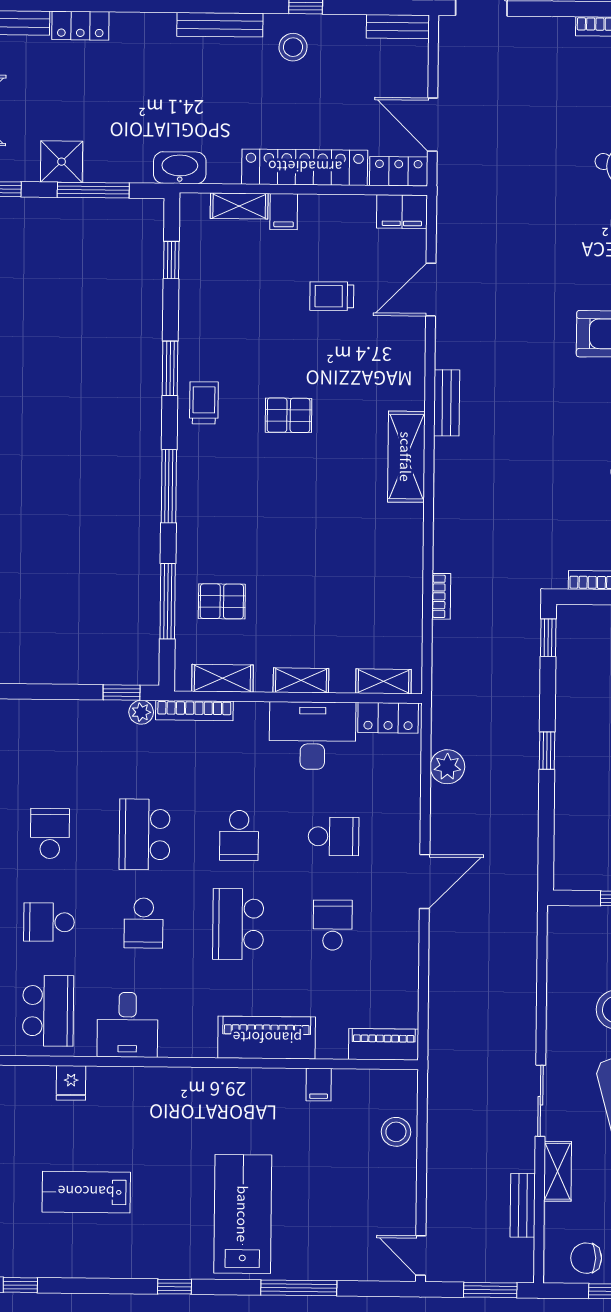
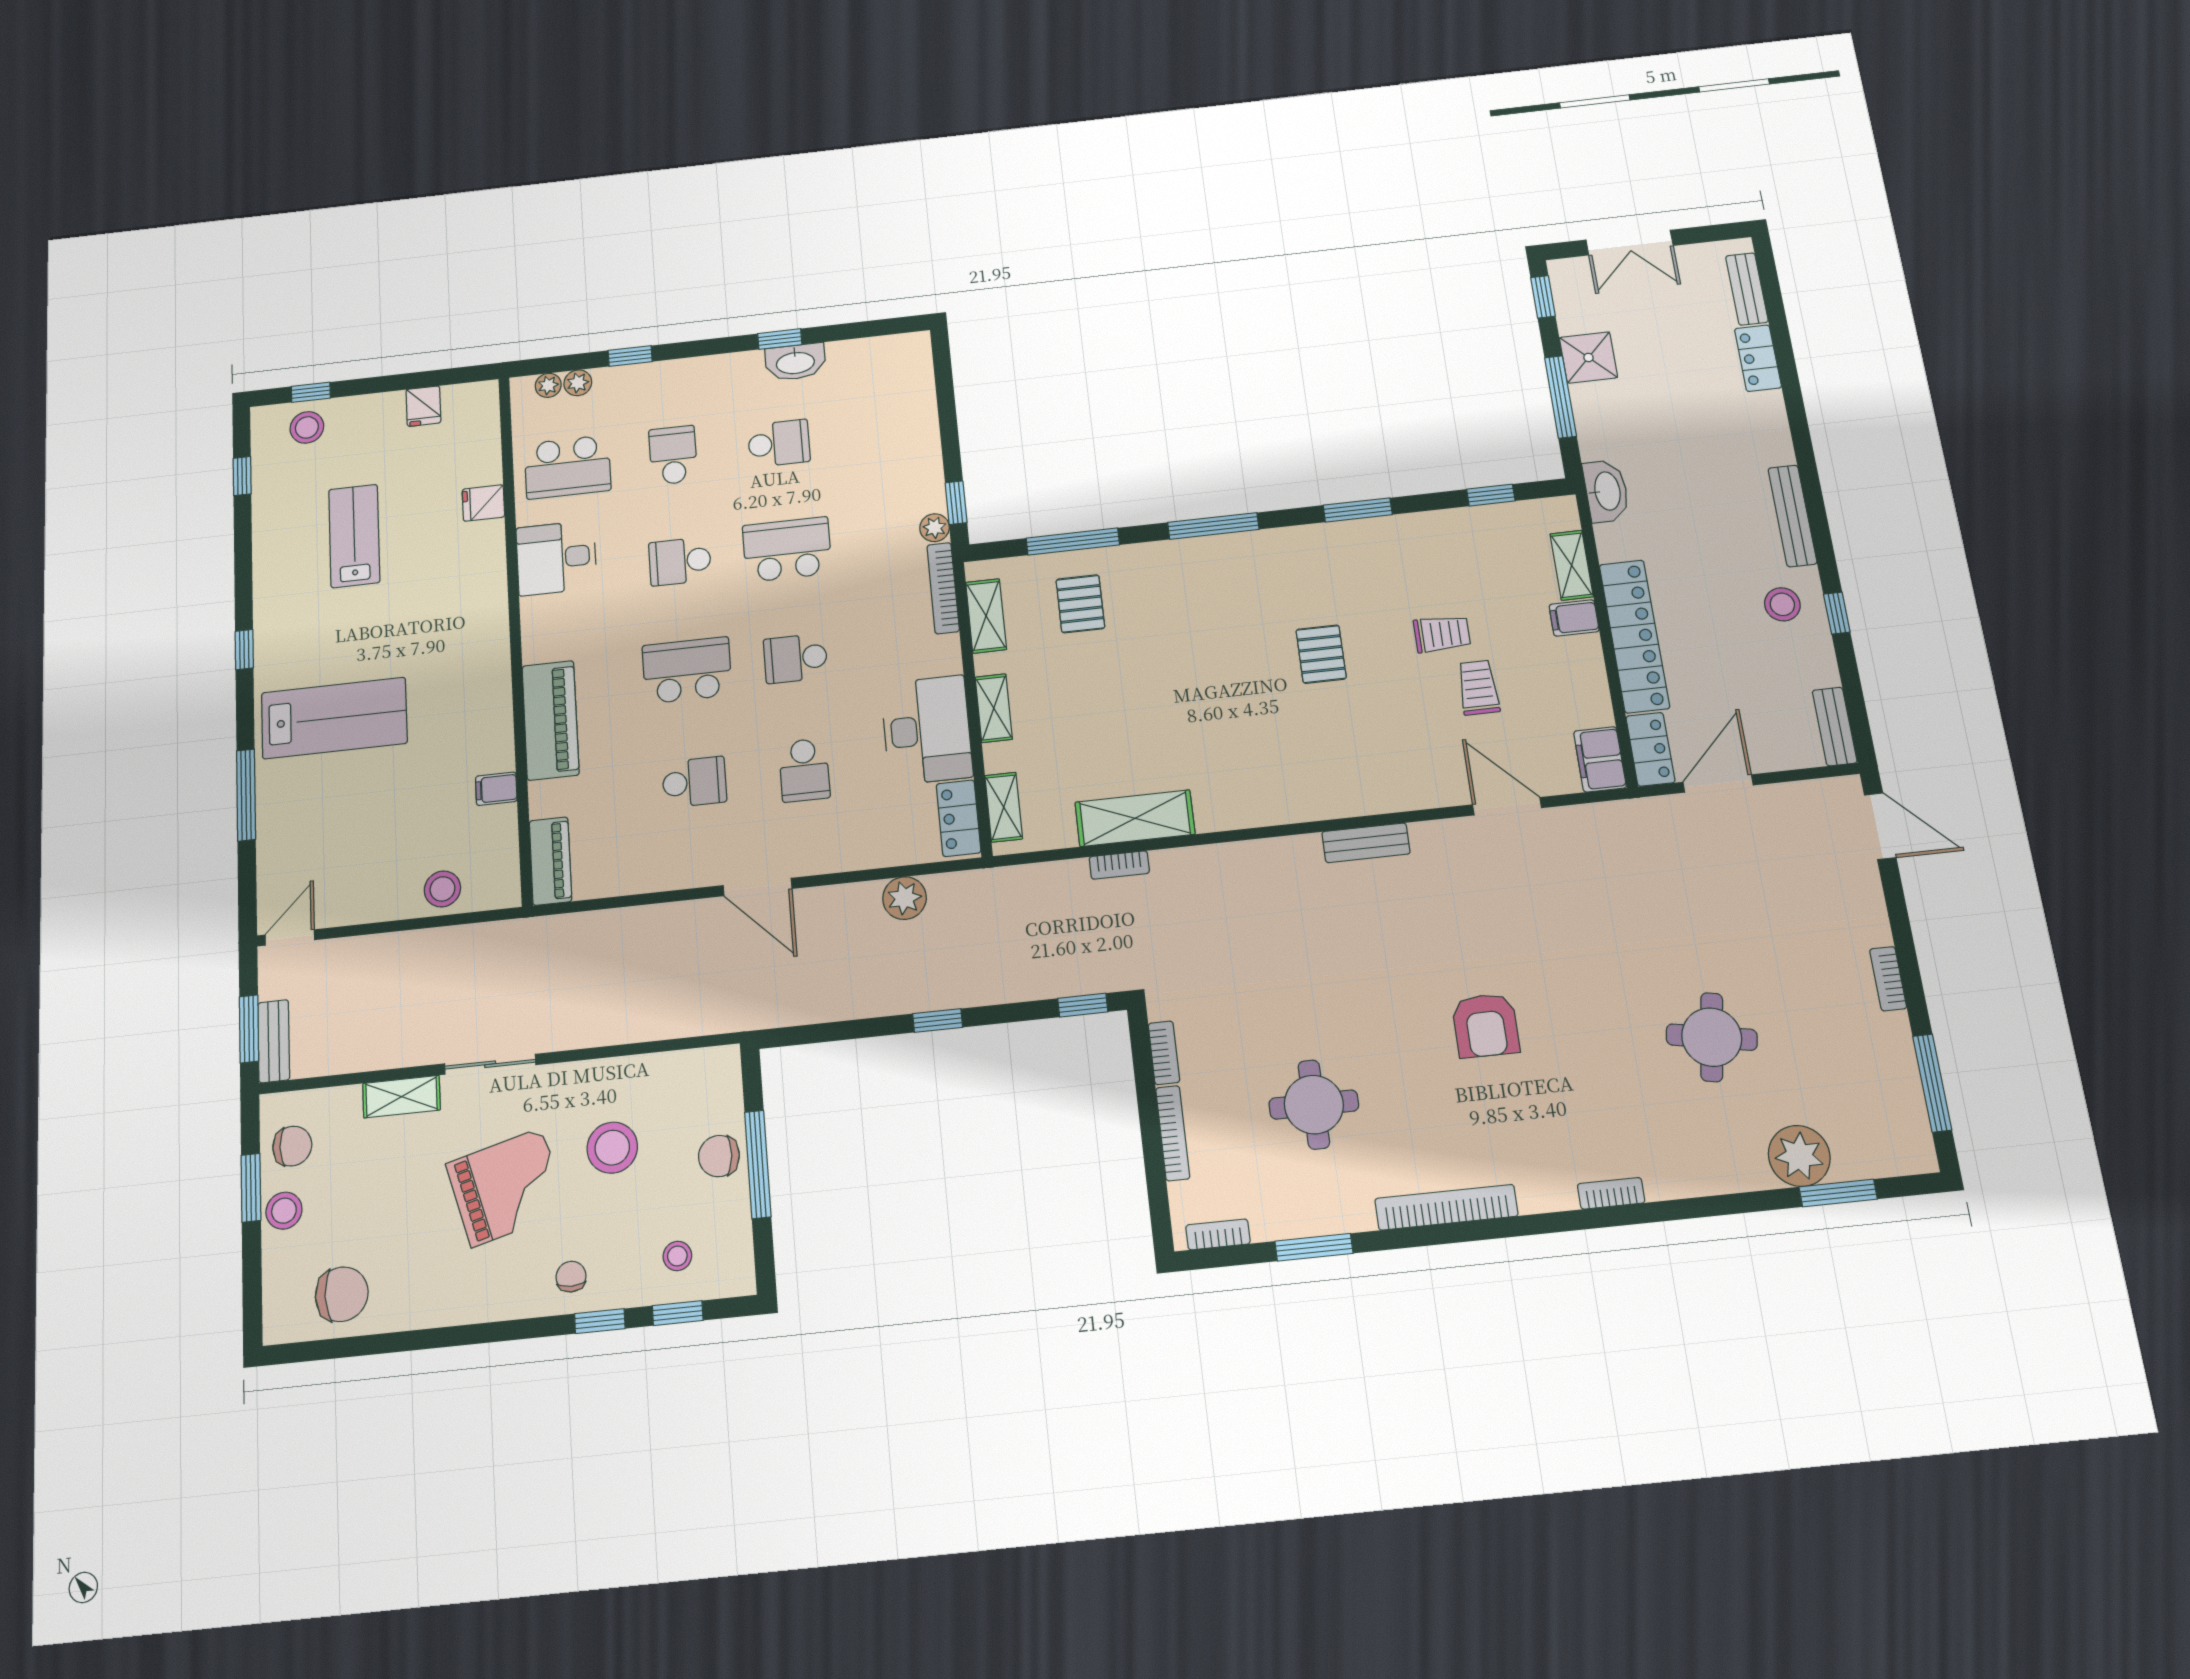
trolley: (204, 403) -> (1442, 634), moved
shelving: (406, 457) -> (1135, 818), moved
bench: (523, 1205) -> (274, 1041), moved, turned 90
chair: (586, 1258) -> (292, 1146), turned 90

